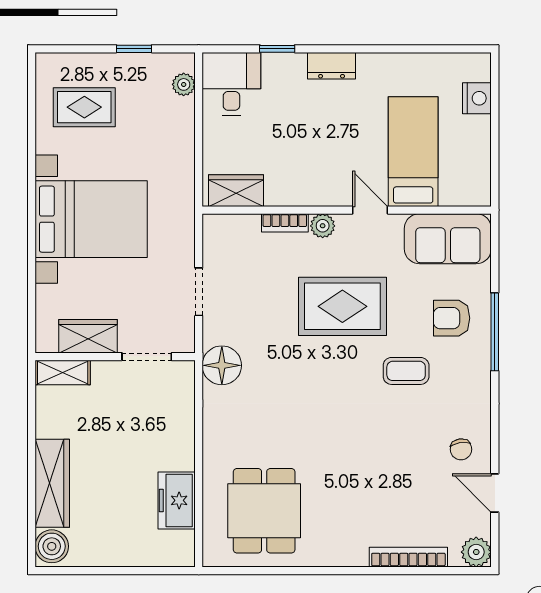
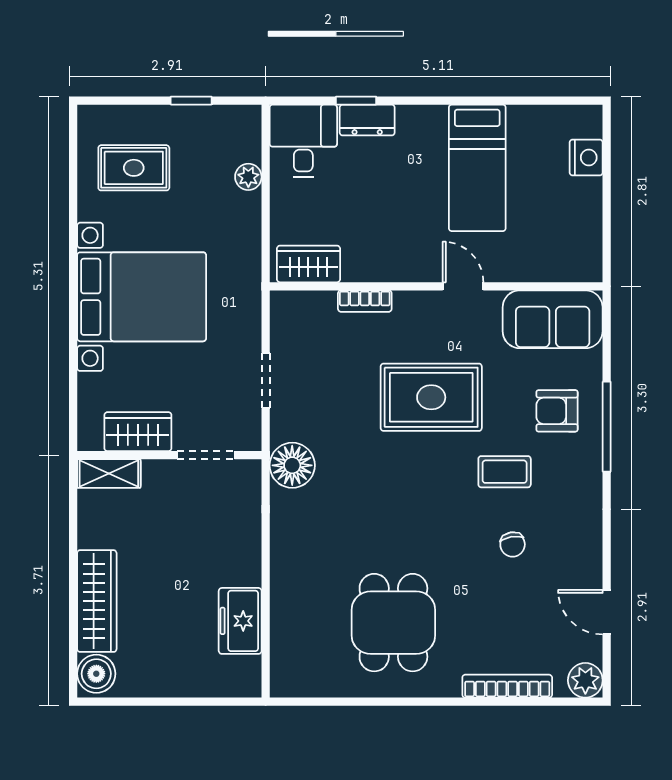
dresser: (332, 66) -> (367, 120), moved
plant: (184, 84) -> (248, 177), moved
bed: (413, 152) -> (477, 168), moved, turned 180
plant: (323, 226) -> (408, 304), removed
chair: (461, 449) -> (513, 544), moved
dining table: (264, 511) -> (393, 623), moved

